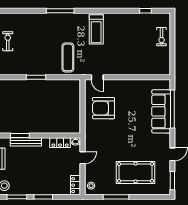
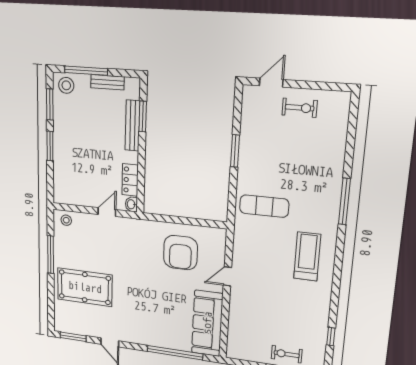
treadmill: (96, 29) -> (307, 256), turned 90
door: (97, 77) -> (227, 276), moved
armchair: (104, 108) -> (180, 253), turned 180
sofa: (161, 111) -> (207, 323), moved, turned -90
door: (82, 158) -> (107, 212), swing flipped
pool table: (136, 172) -> (85, 287), turned 90
locker: (76, 185) -> (67, 197), removed

